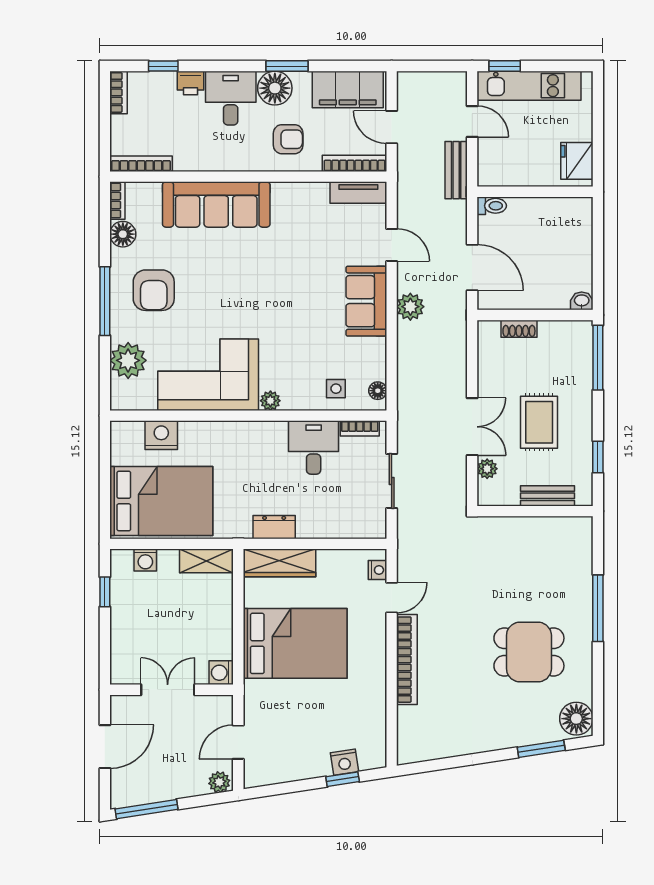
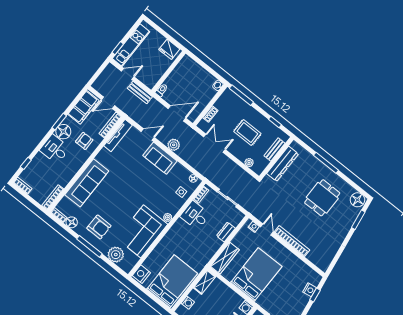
printer: (191, 83) -> (39, 159), removed
tv unit: (358, 192) -> (118, 135), width x1.41
double door: (472, 427) -> (215, 143), moved
nightstand: (161, 435) -> (141, 274), moved
dresser: (274, 527) -> (226, 232), moved
dresser: (533, 531) -> (283, 164), added

